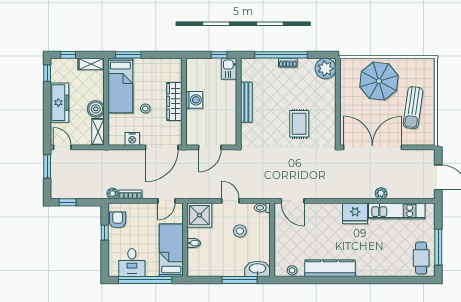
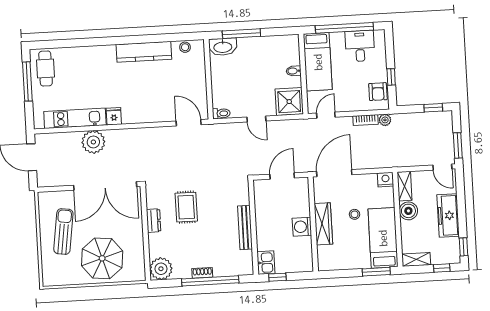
dresser: (330, 113) -> (154, 221), added
nightstand: (132, 139) -> (385, 180), moved
plant: (381, 193) -> (93, 142), width x1.88, depth x1.88
fridge: (355, 213) -> (114, 116), width x0.53, depth x0.75
stool: (240, 231) -> (244, 87), removed

